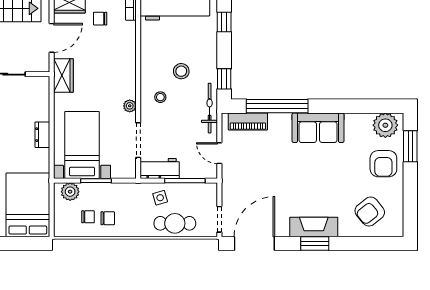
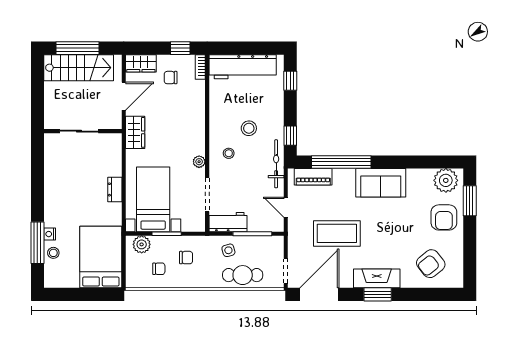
coffee table: (273, 180) -> (337, 233), added
chair: (108, 218) -> (186, 258), moved

